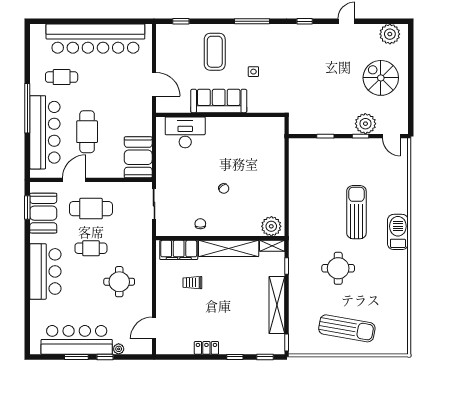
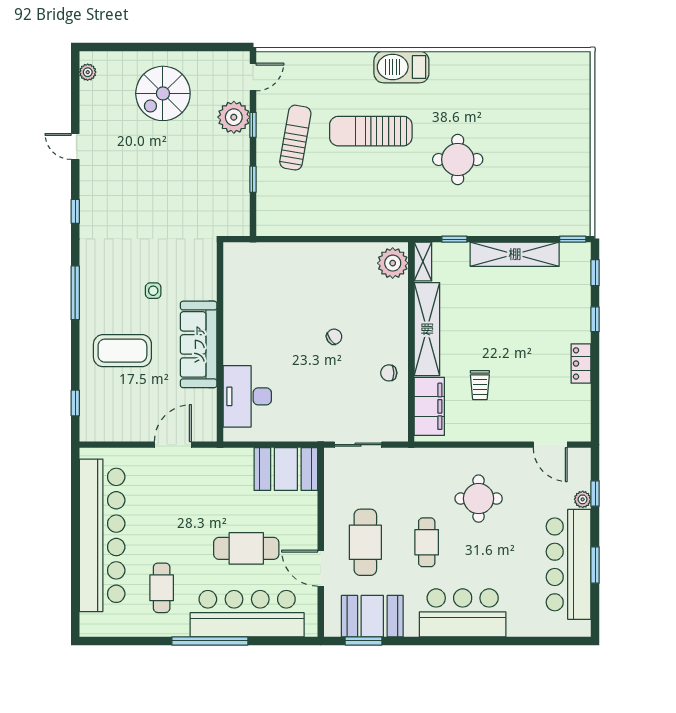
plant: (390, 34) -> (88, 72), width x0.53, depth x0.53
sun lounger: (347, 328) -> (295, 138), moved, width x0.73, depth x0.75
window: (105, 357) -> (595, 493), moved

